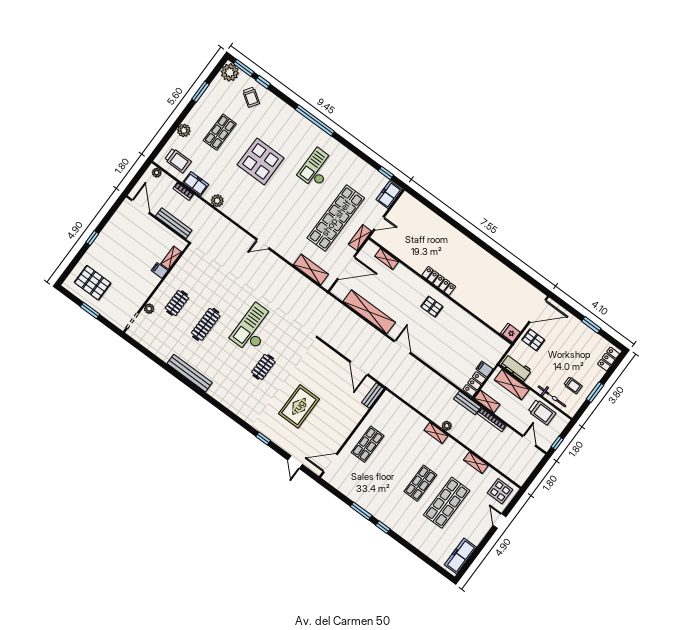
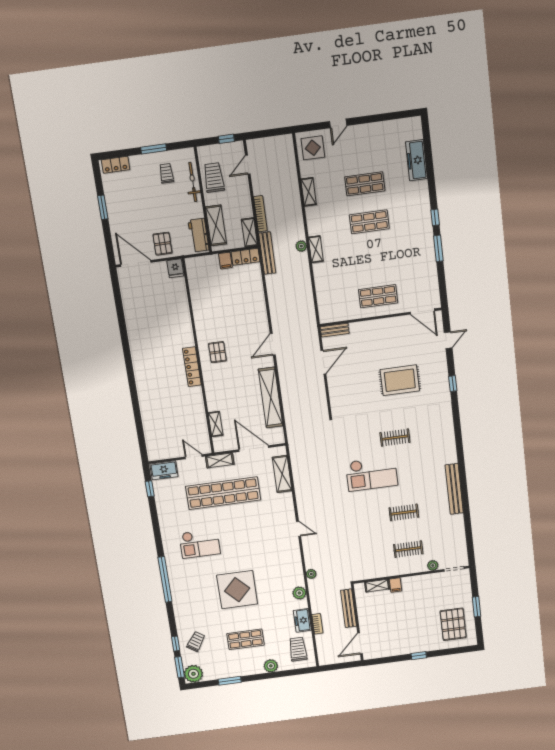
plant: (157, 173) -> (311, 574), moved
clothes rail: (206, 324) -> (404, 512), width x0.73
bench: (467, 403) -> (267, 253), width x1.36
shop shelf: (447, 503) -> (365, 184), width x0.70, depth x0.74
freezer: (460, 556) -> (416, 160), moved, turned 90

